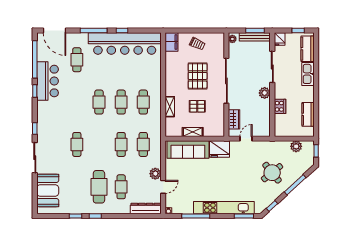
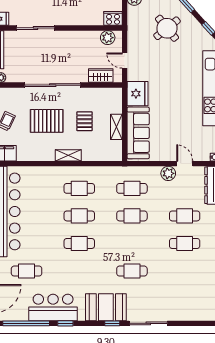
plant: (265, 93) -> (108, 38), moved
cooker: (280, 106) -> (113, 18), moved
shelving: (170, 107) -> (68, 155), moved
cafe table: (99, 187) -> (185, 243), width x0.73, depth x0.74
booth: (48, 190) -> (106, 307), moved

